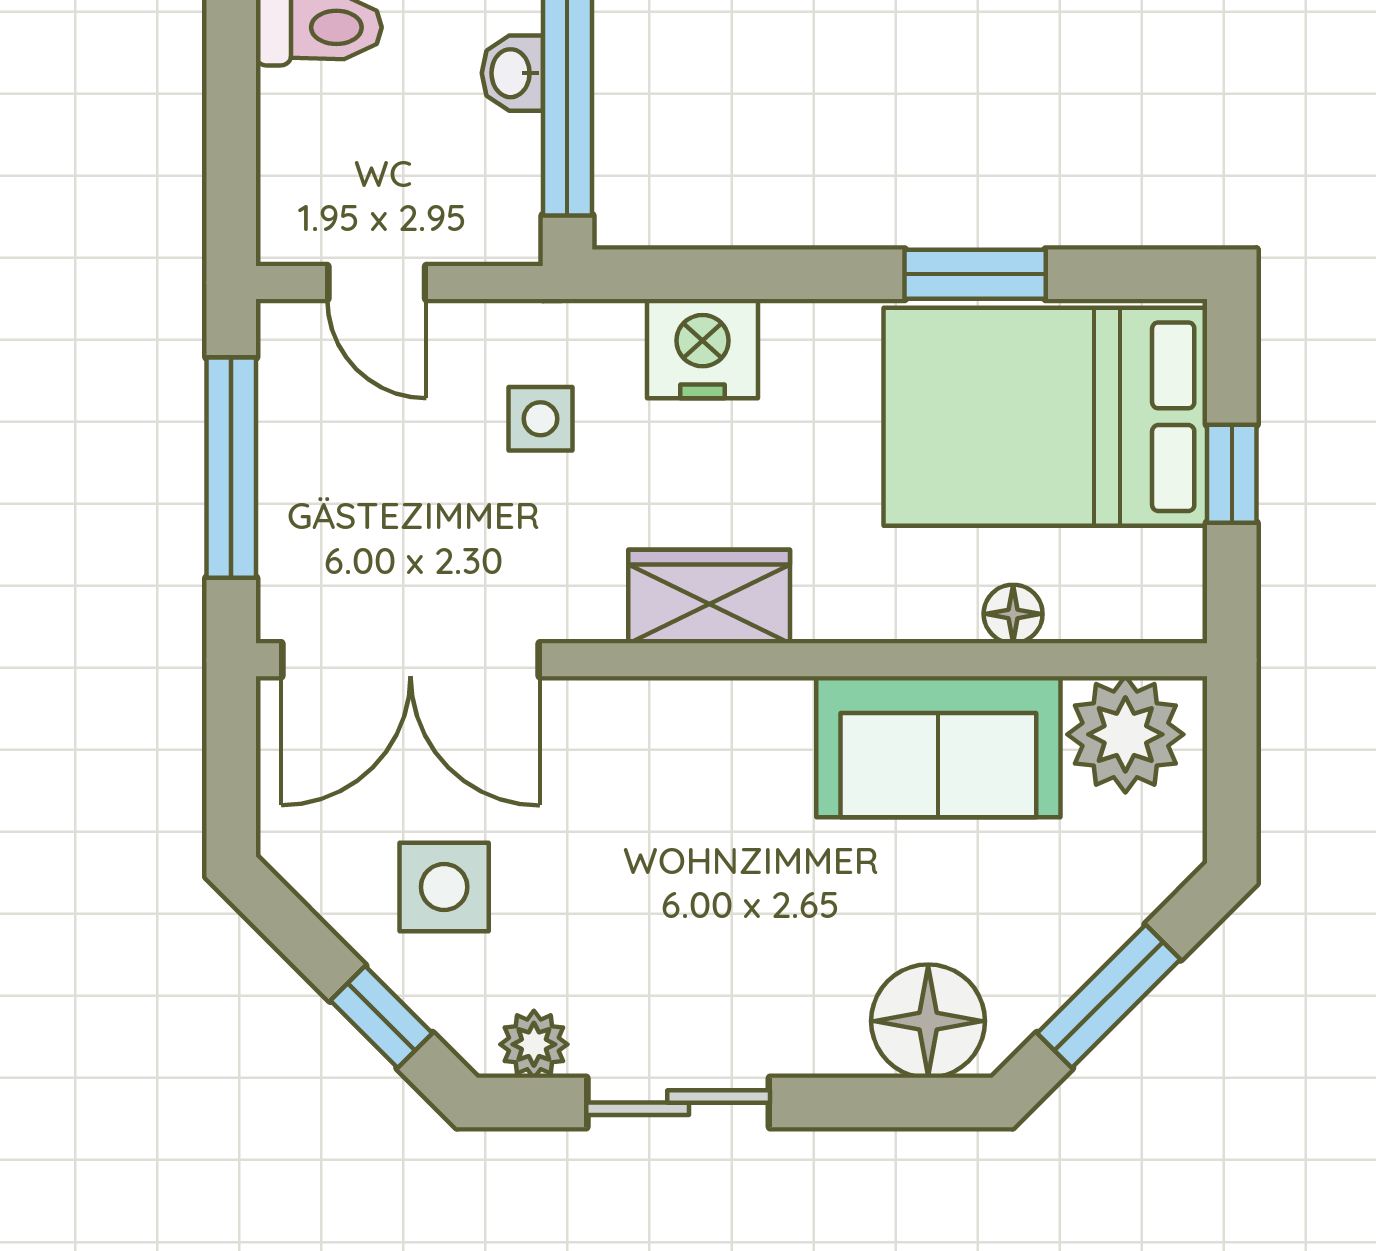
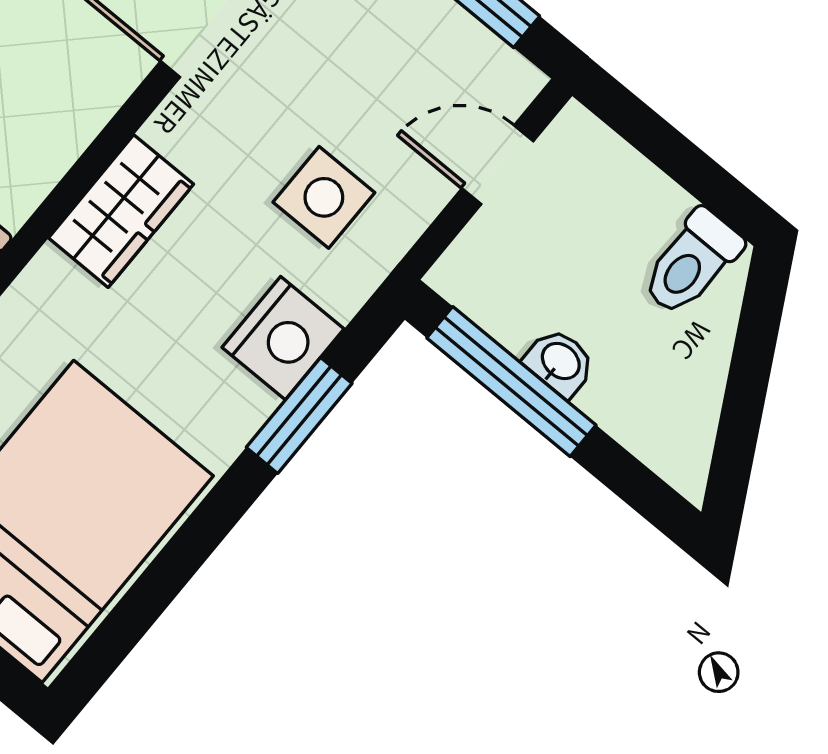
window: (975, 274) -> (299, 415), moved
side table: (540, 419) -> (324, 197), width x1.37, depth x1.37

